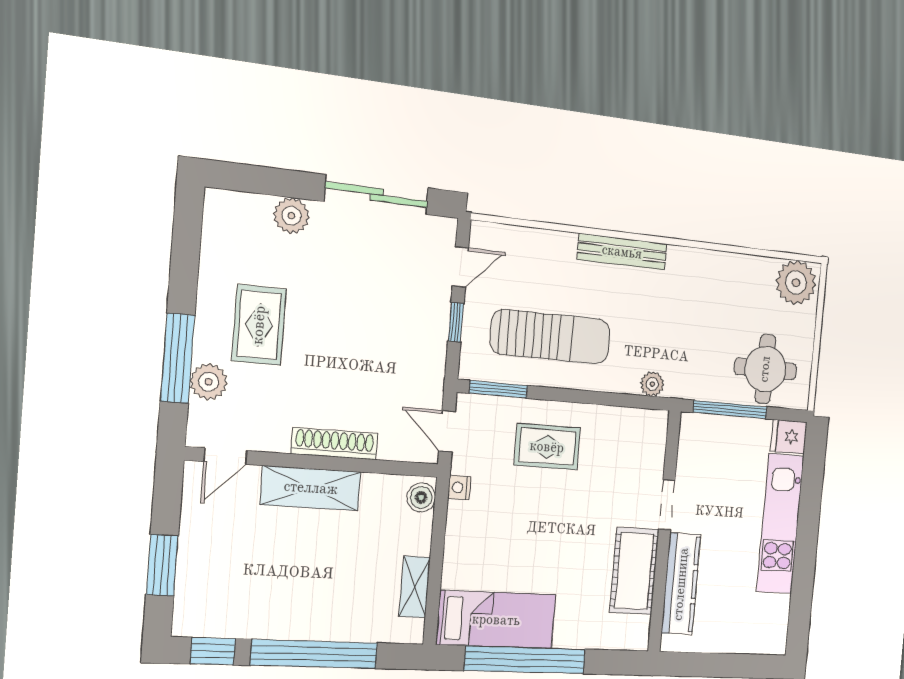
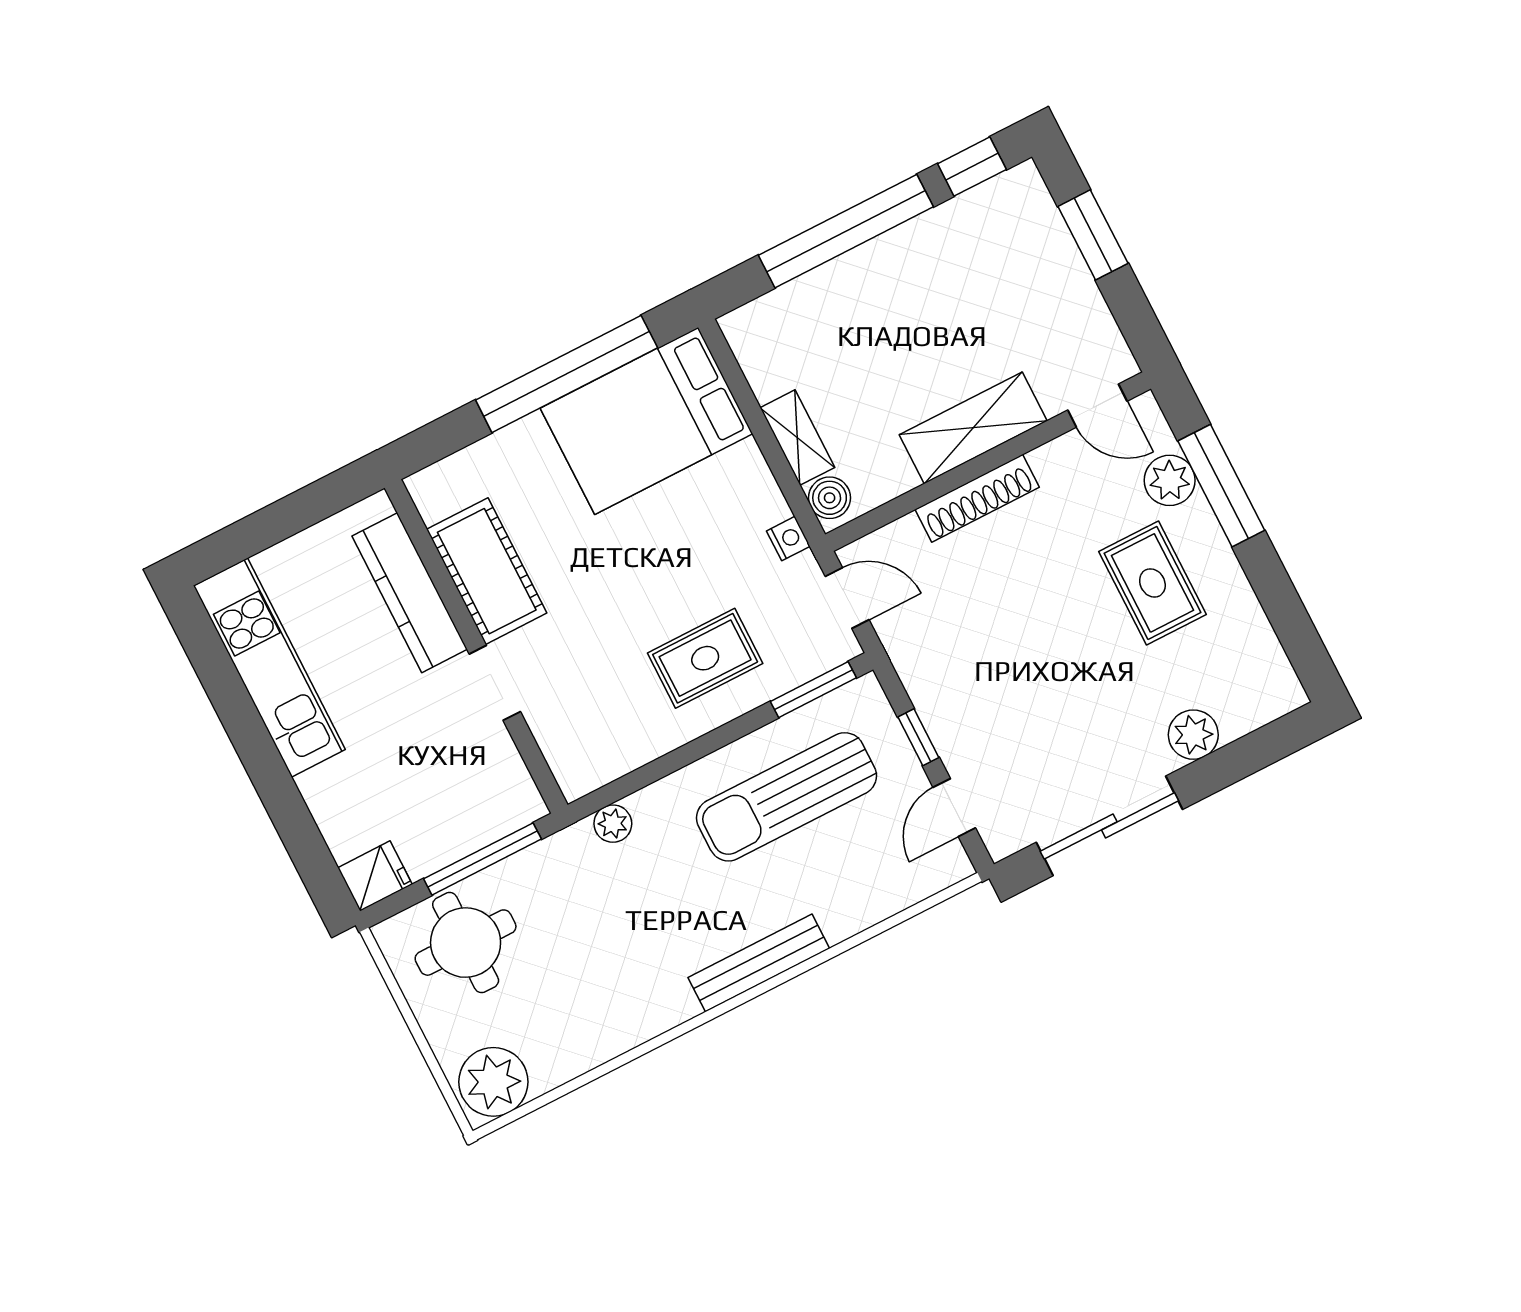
door: (225, 456) -> (1097, 406), swing flipped
kitchen unit: (780, 524) -> (269, 668), moved
shelving: (415, 587) -> (797, 438), moved
bed: (496, 620) -> (647, 421), width x1.50

